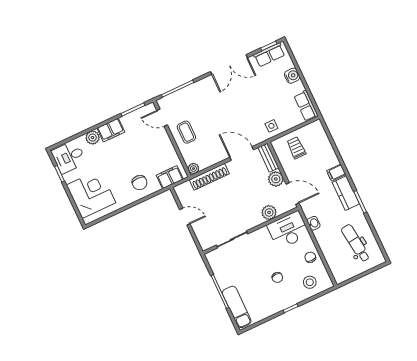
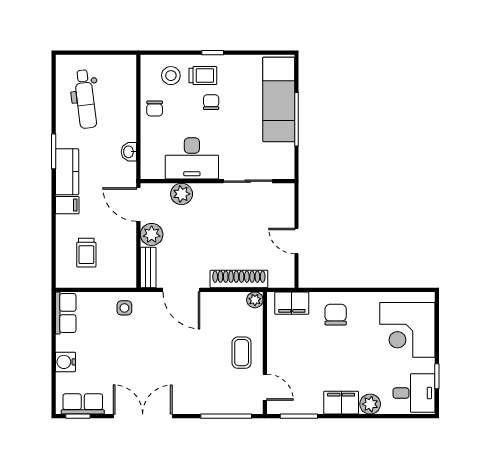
trolley: (296, 148) -> (86, 253), moved
desk: (288, 230) -> (192, 158), moved
trolley: (290, 291) -> (203, 75), added
exam couch: (237, 307) -> (279, 99), width x1.36, depth x1.45

